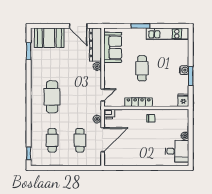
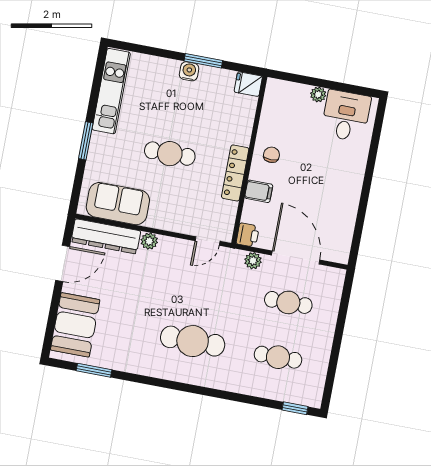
door: (103, 95) -> (208, 241), swing flipped
filing cabinet: (132, 115) -> (259, 191), added

